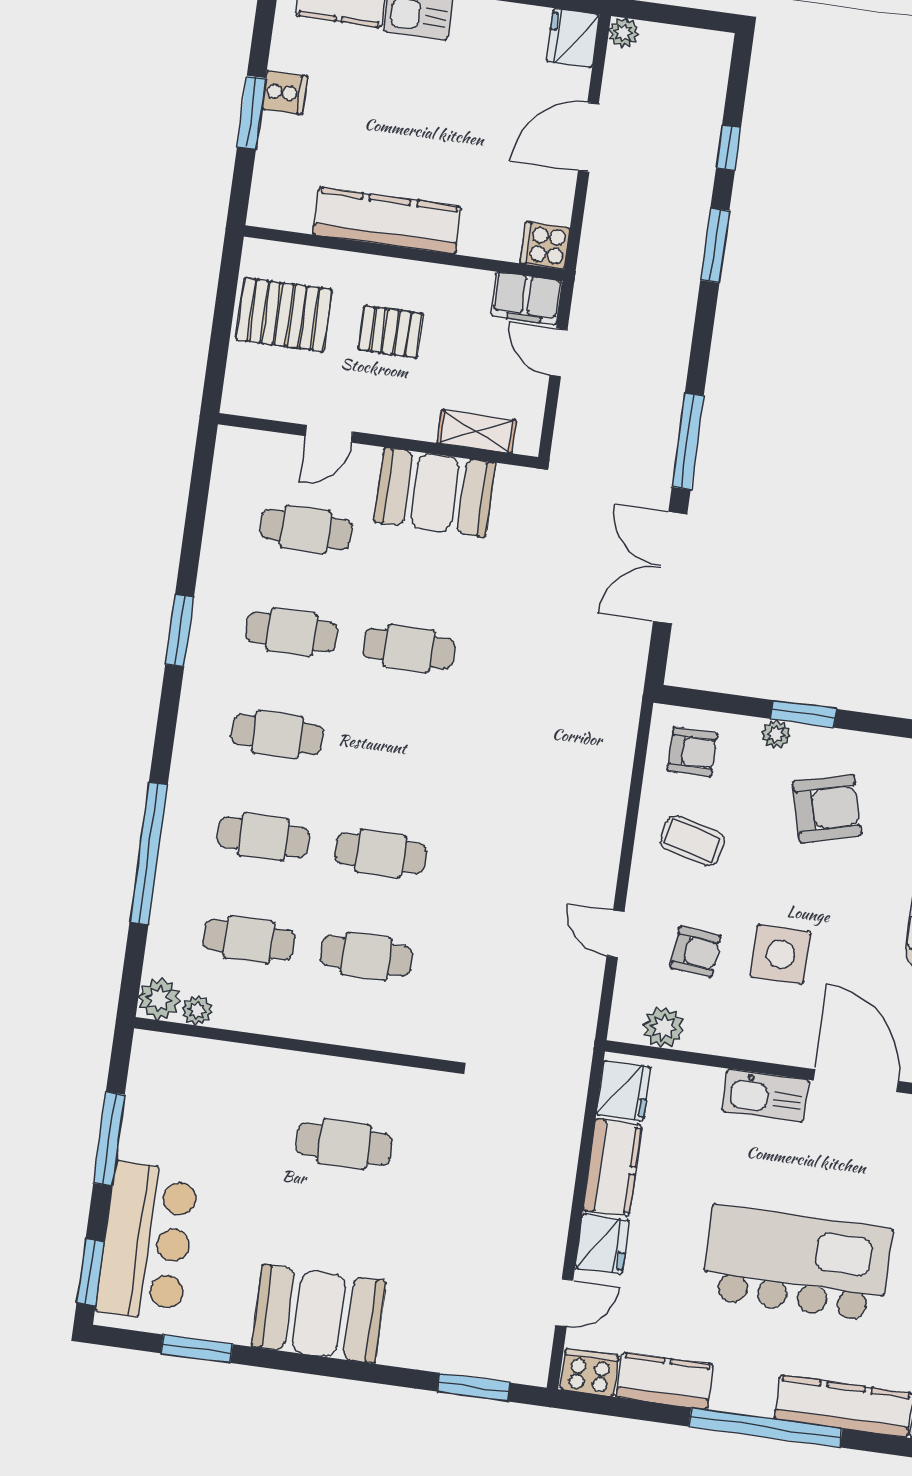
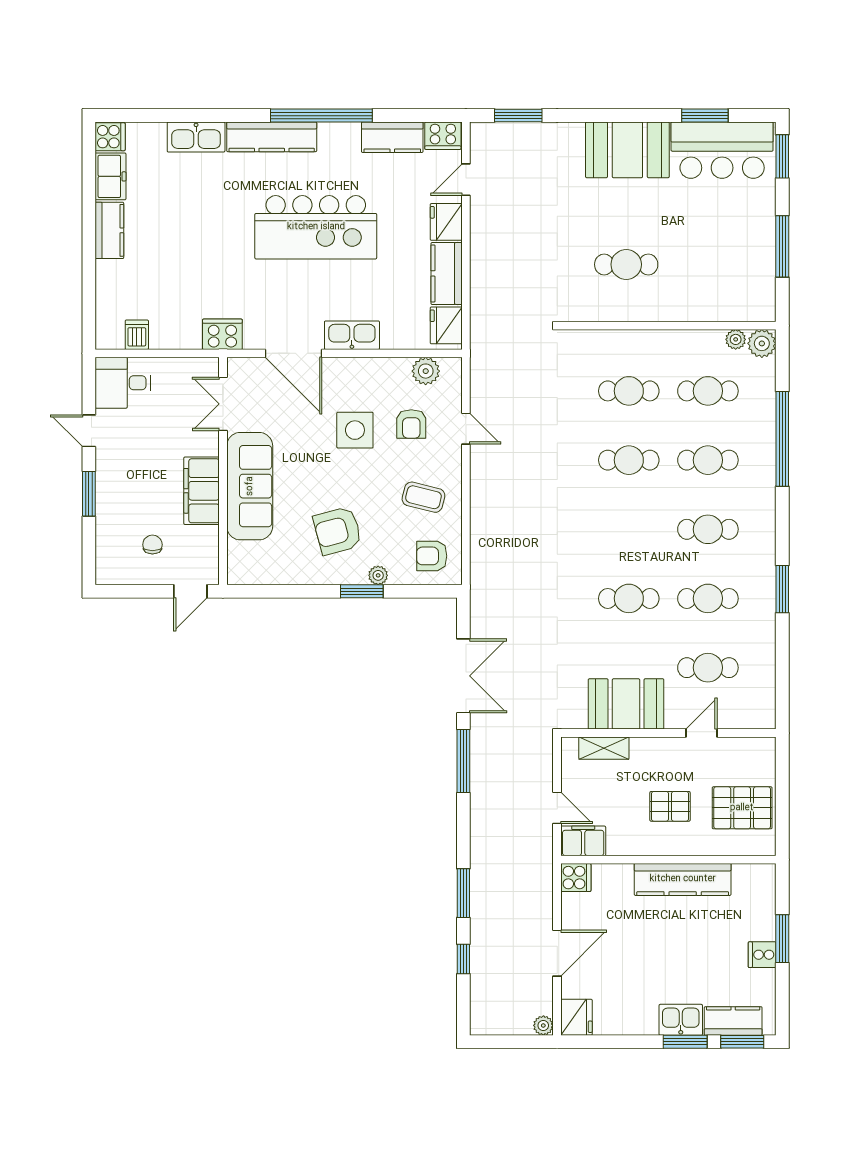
armchair: (696, 952) -> (411, 424), turned -95
bar counter: (147, 1242) -> (722, 150), moved, turned -90

